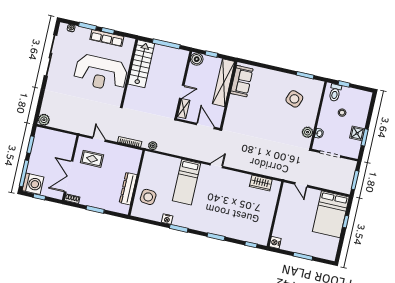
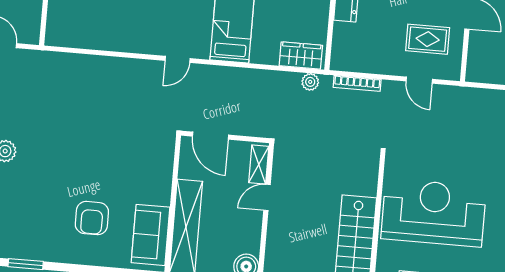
armchair: (269, 93) -> (92, 218), added
side table: (294, 99) -> (41, 214), removed
wardrobe: (261, 183) -> (301, 56), moved

